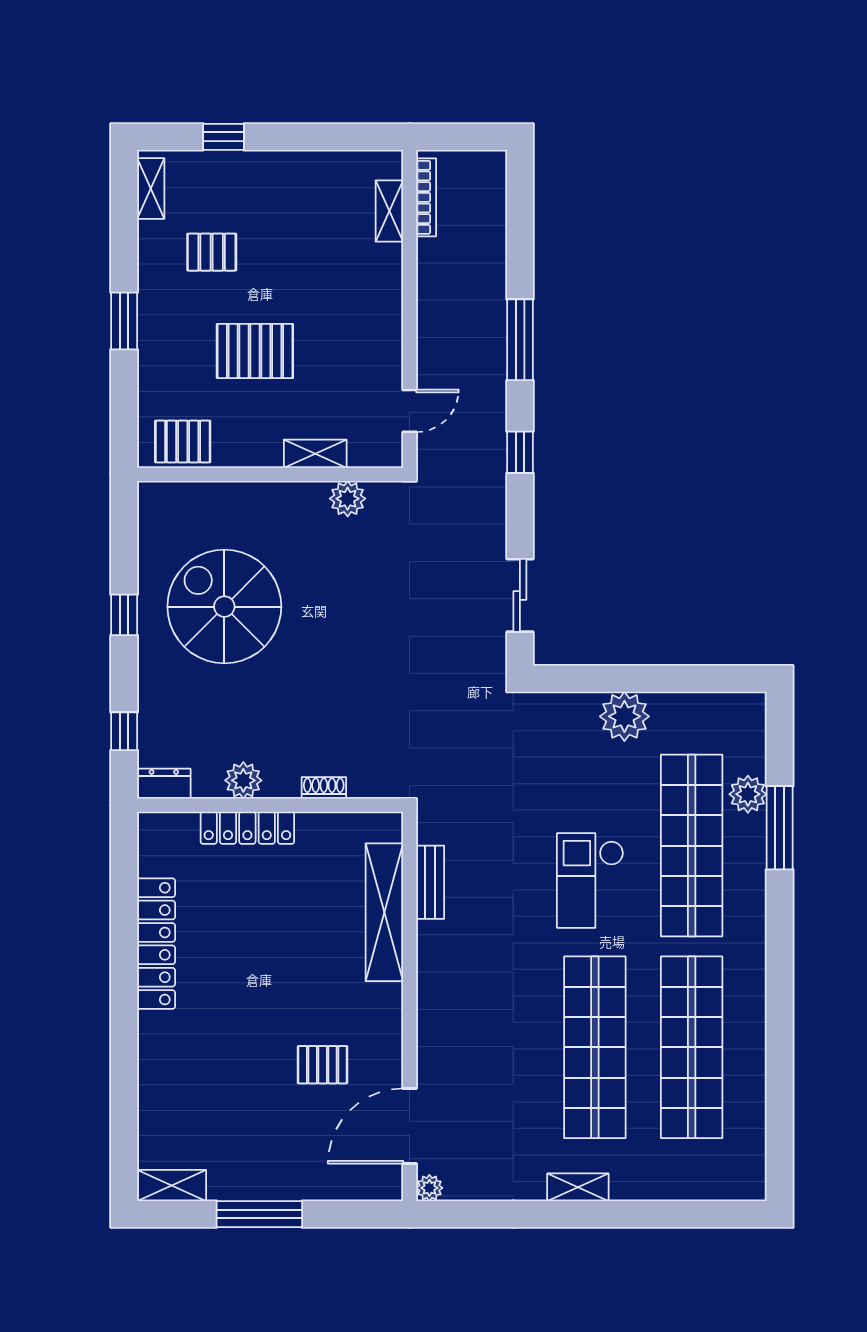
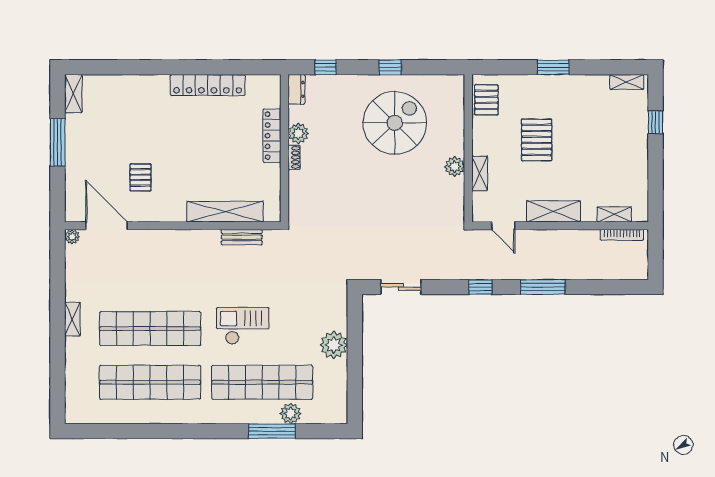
pallet: (212, 252) -> (591, 116), removed
shelving: (384, 321) -> (553, 211), added
plant: (348, 499) -> (455, 167), moved
shoe rack: (324, 788) -> (294, 157), moved

